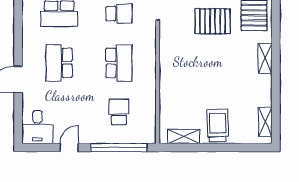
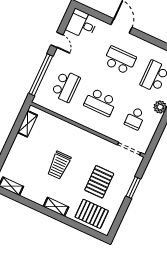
school desk: (119, 112) -> (66, 86), width x1.85
trolley: (218, 125) -> (59, 165), moved, turned 91

